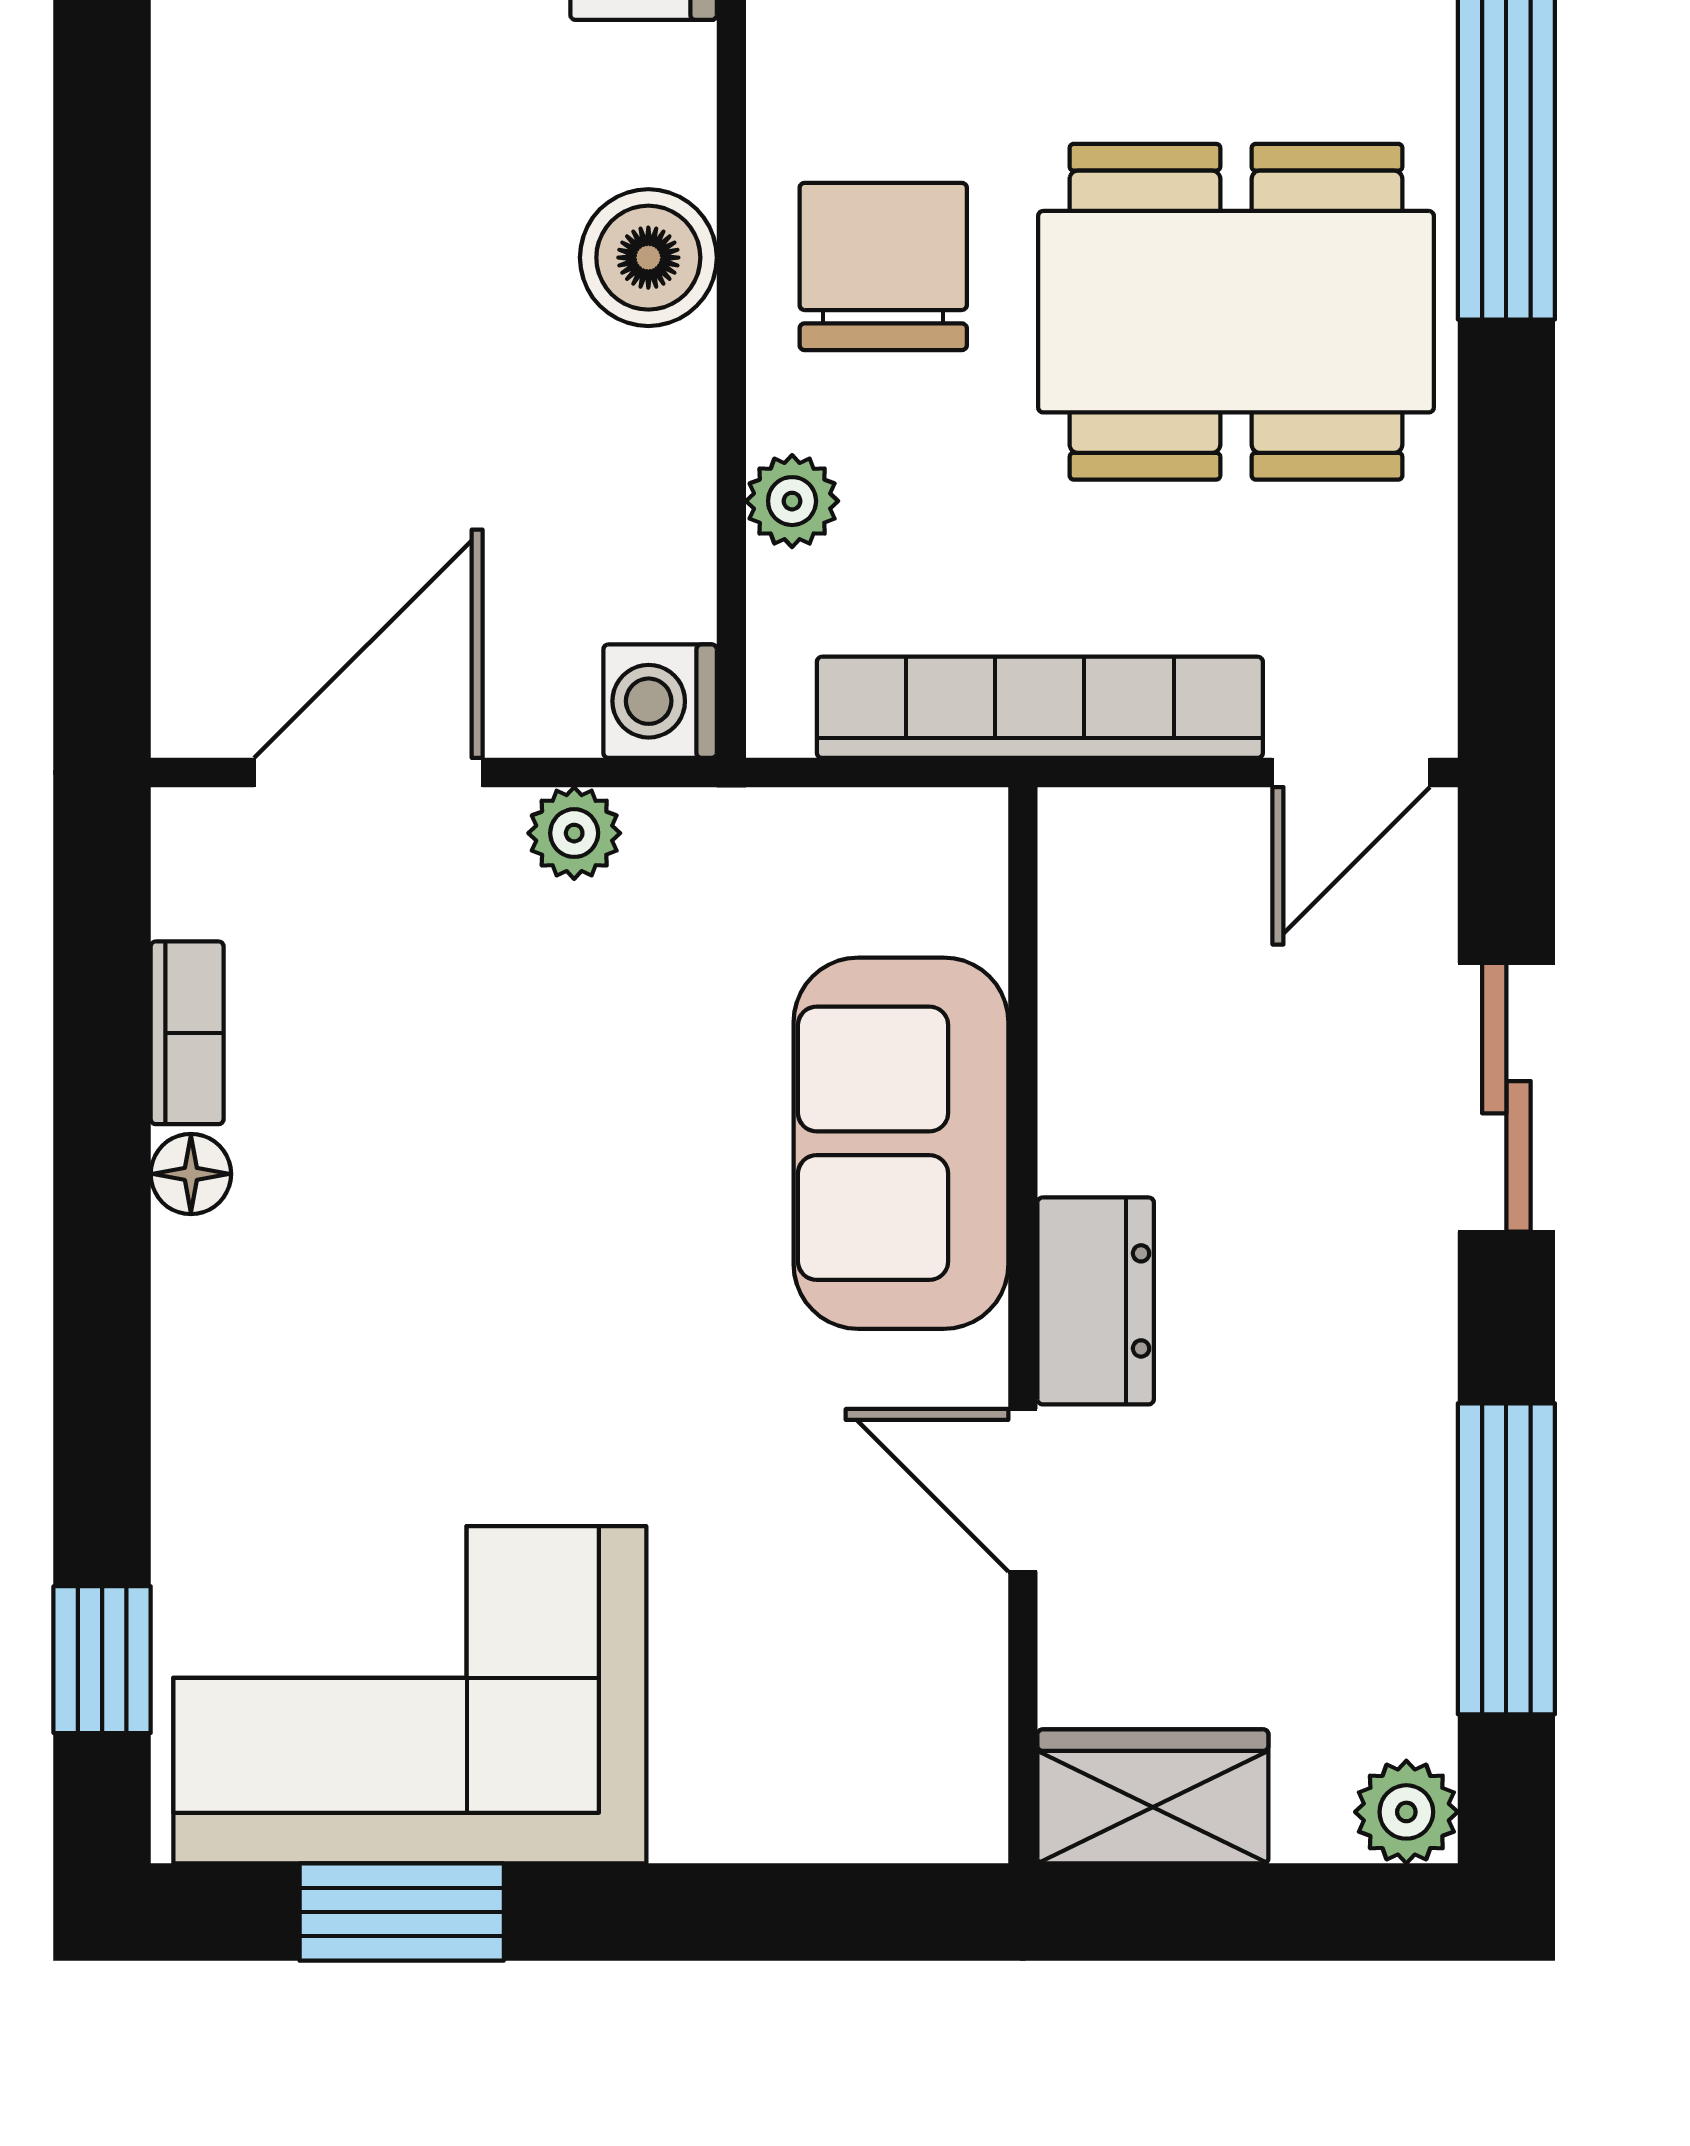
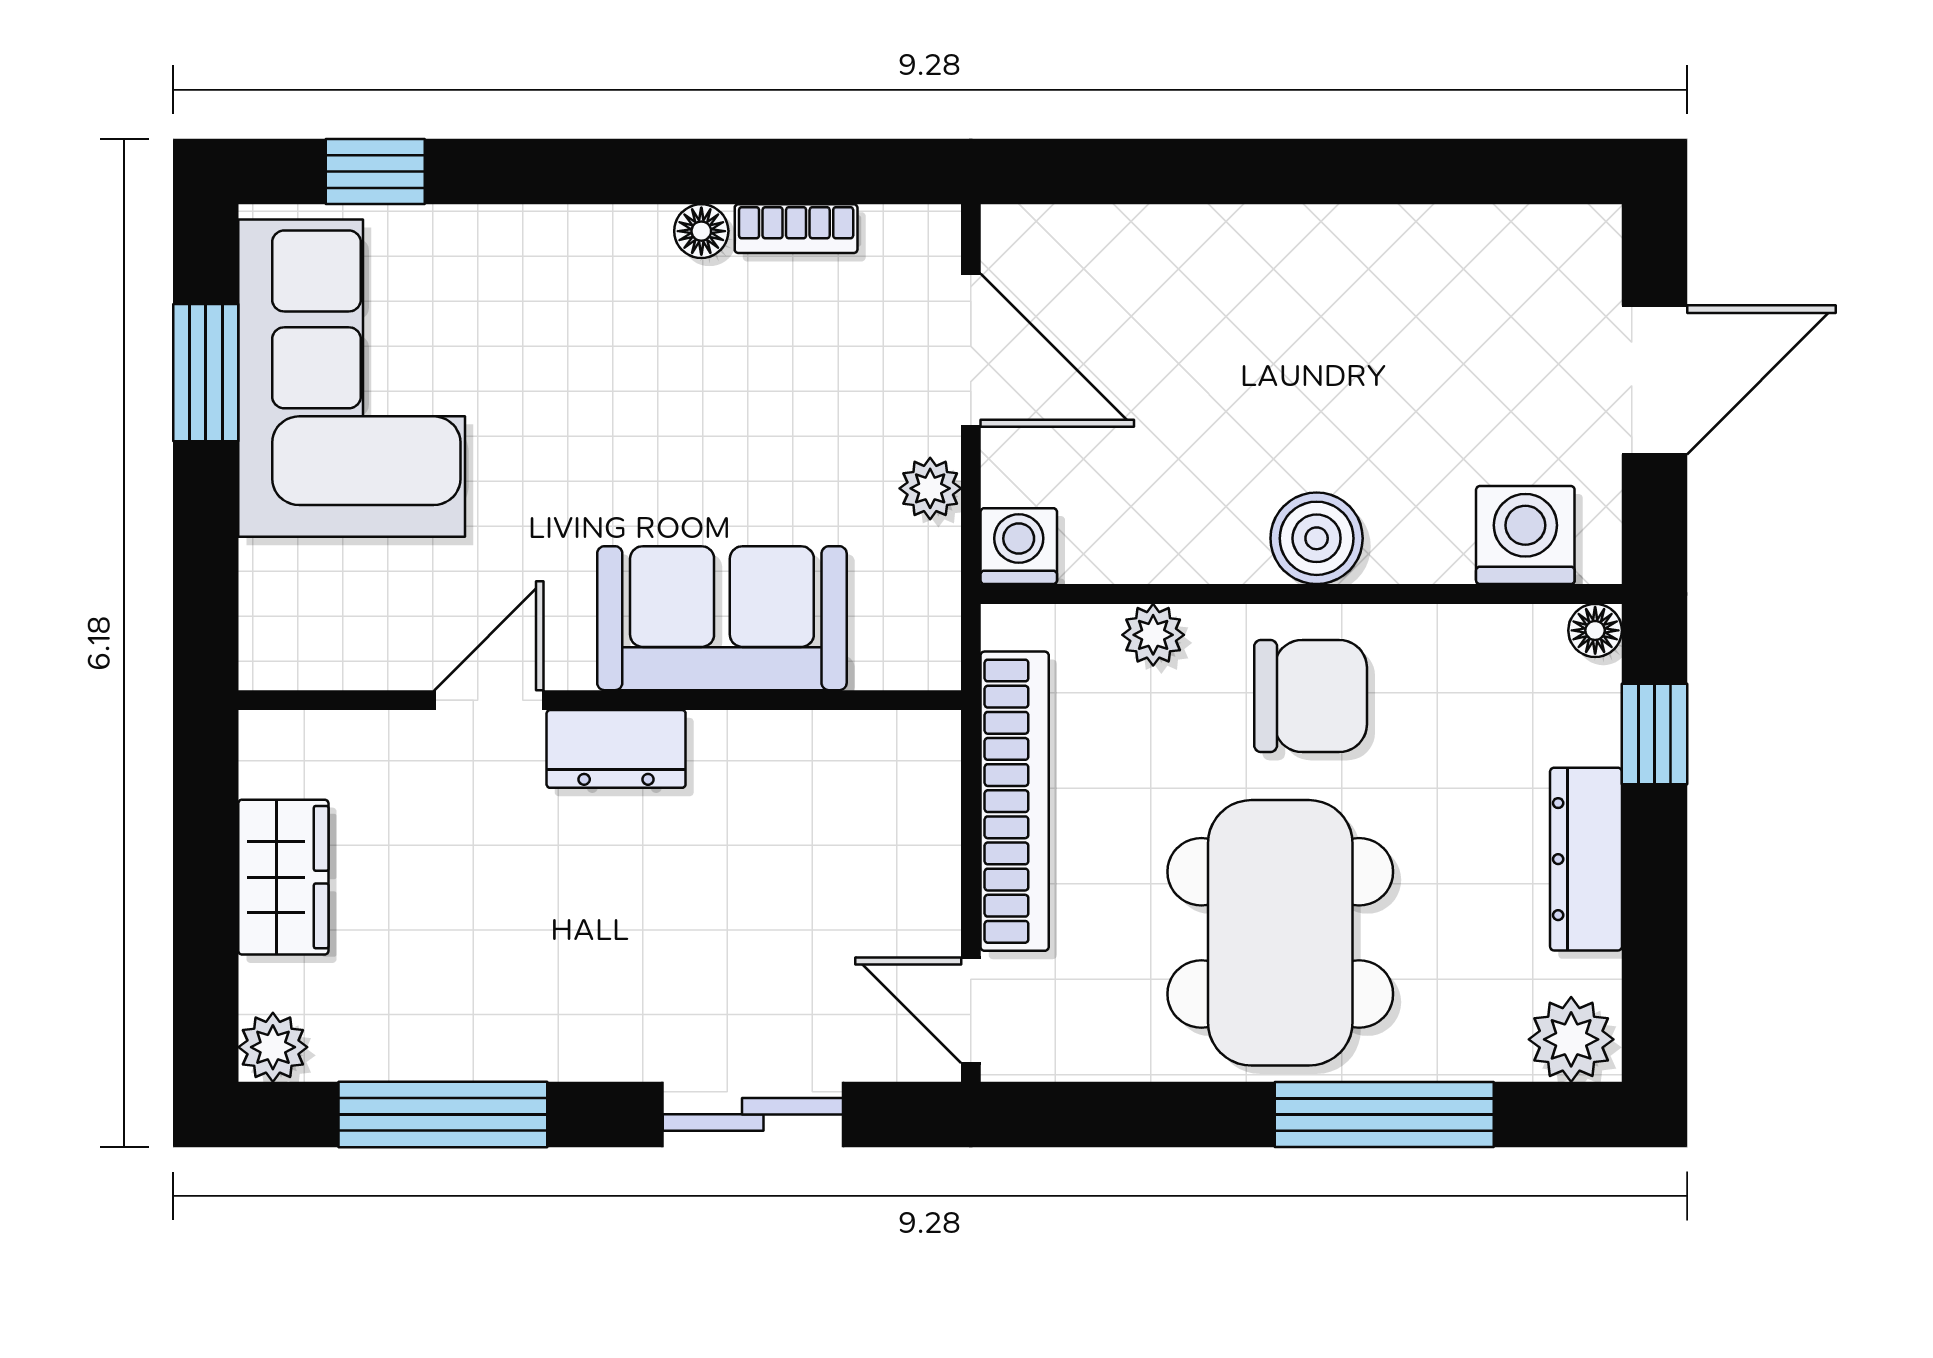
sofa: (901, 1143) -> (722, 618), moved
dresser: (1096, 1301) -> (616, 749), moved
wall: (1023, 1325) -> (600, 700), moved
door: (1023, 1490) -> (489, 700), moved

